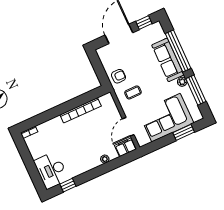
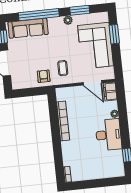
sofa: (168, 60) -> (28, 28), moved
window: (196, 90) -> (80, 10), width x0.69
desk: (51, 170) -> (109, 135), moved, turned -90

